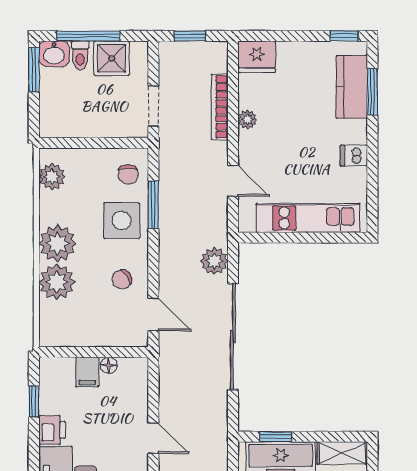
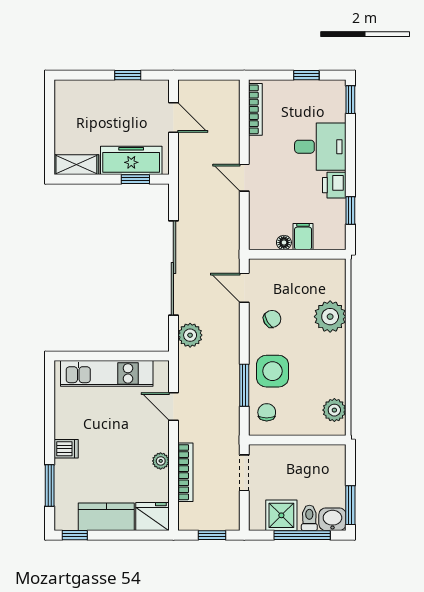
kitchen counter: (352, 87) -> (106, 517), moved, turned -90
dishwasher: (354, 156) -> (66, 449), moved
plant: (57, 243) -> (329, 351), removed

